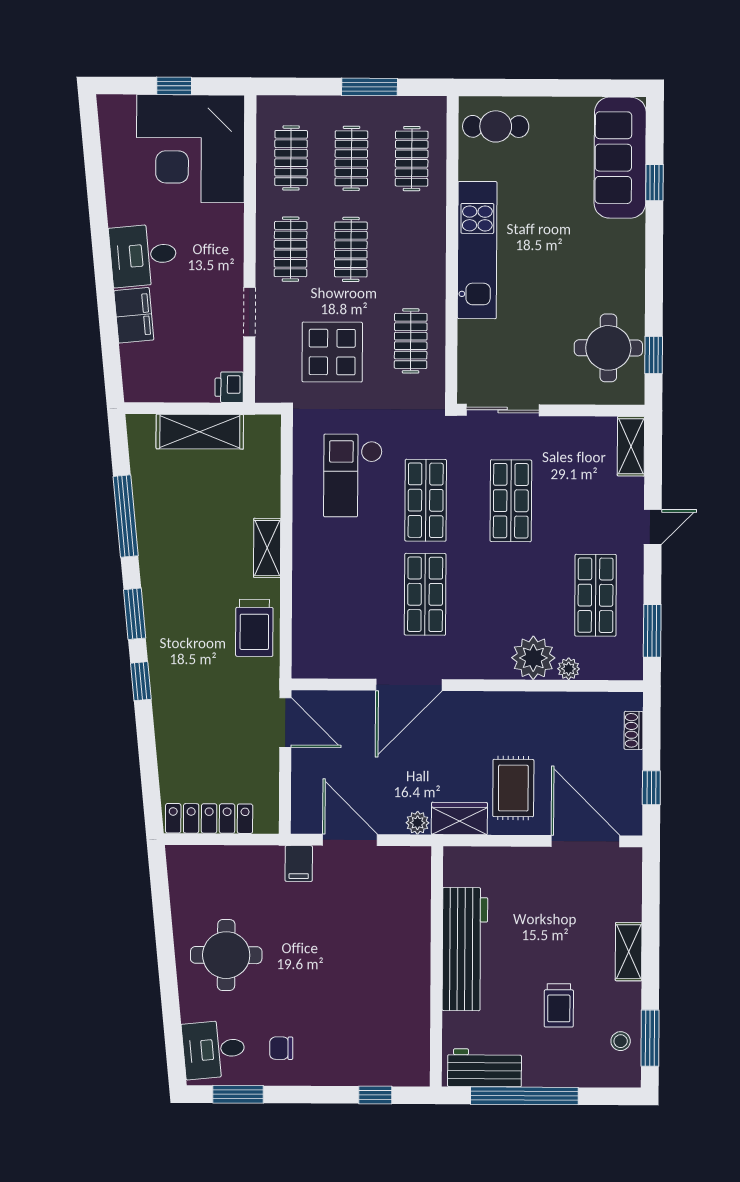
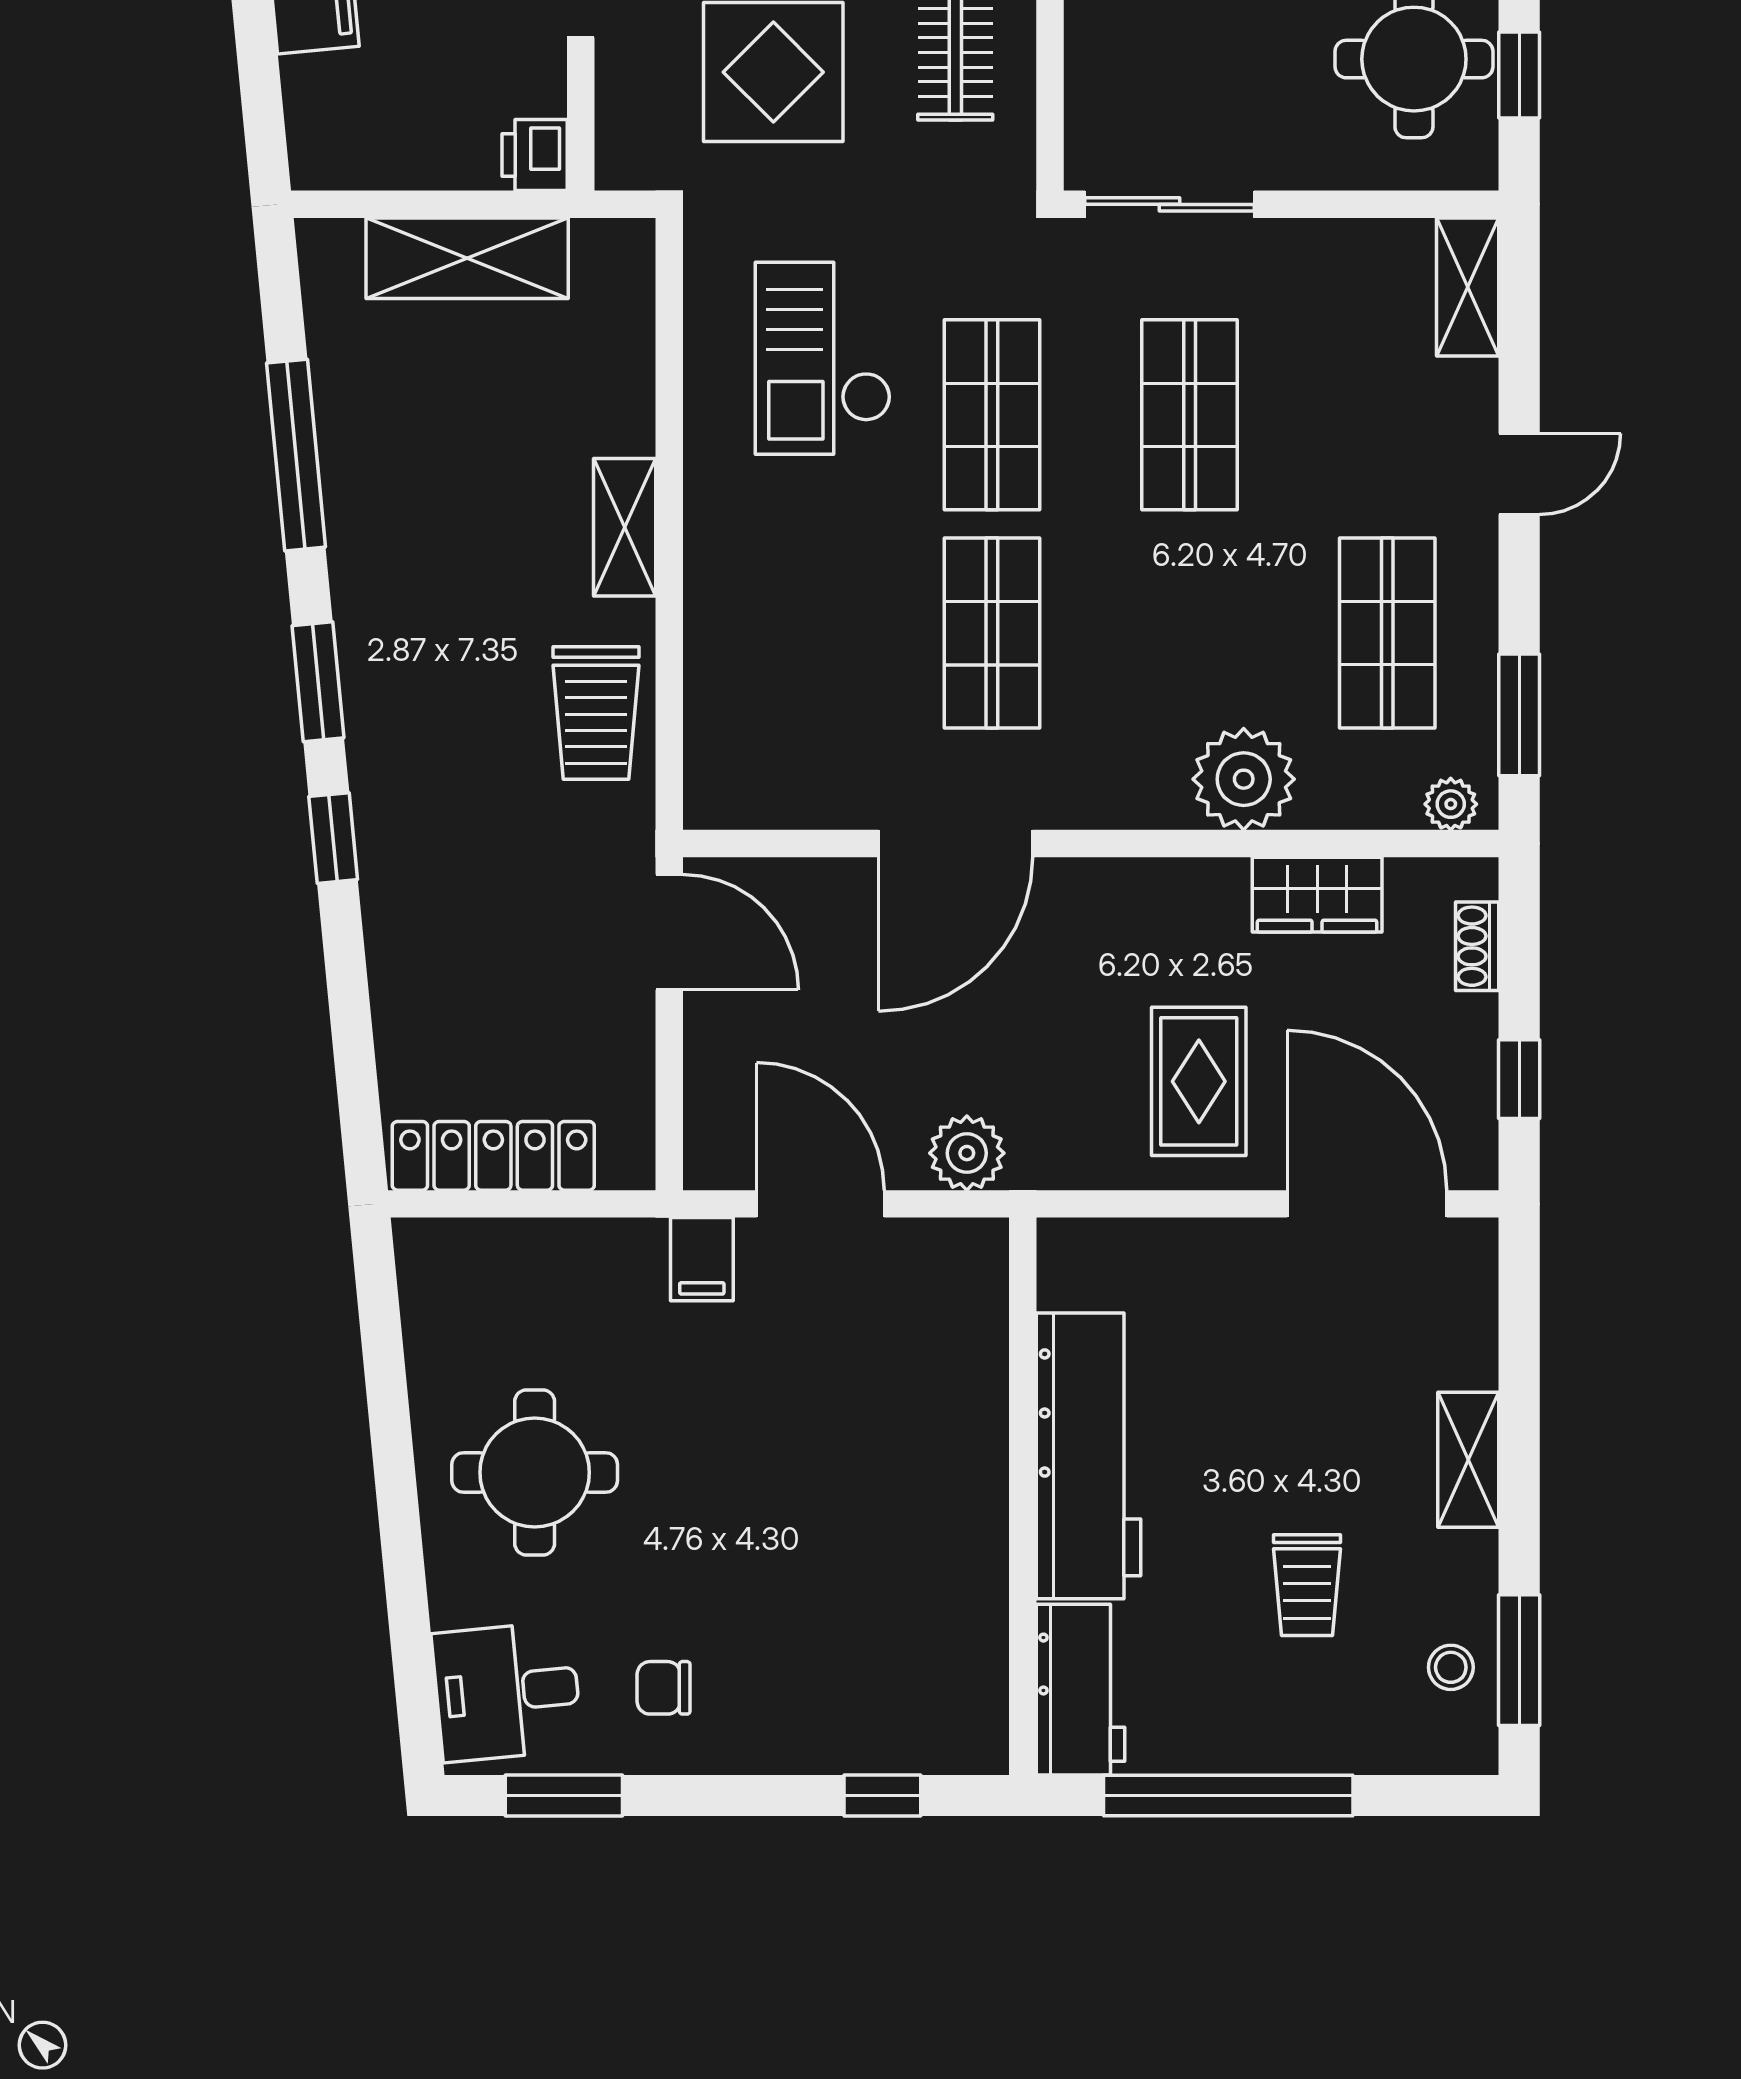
plant: (569, 669) -> (1451, 804), moved
wardrobe: (459, 818) -> (1317, 895), moved, turned 180
plant: (418, 823) -> (967, 1153), width x1.38, depth x1.38
workbench: (484, 1068) -> (1080, 1690), moved, turned 90

